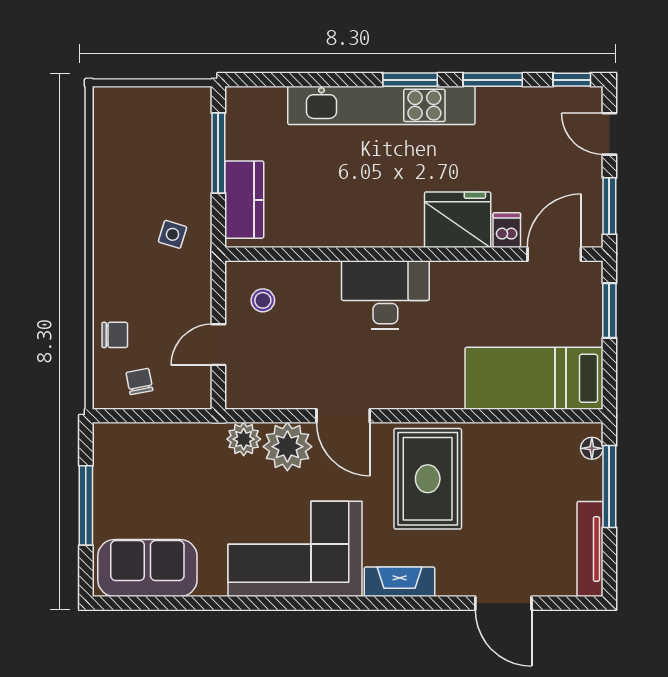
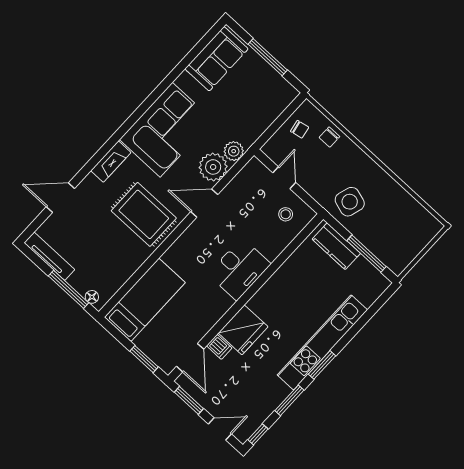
side table: (173, 234) -> (350, 202), width x1.87, depth x1.87

